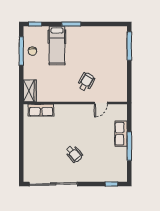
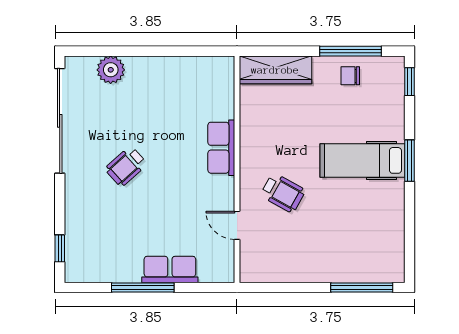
hospital bed: (57, 46) -> (362, 160), moved
wardrobe: (30, 91) -> (275, 70), width x1.50
row of seats: (41, 110) -> (221, 148), moved
plant: (30, 161) -> (111, 70), added

